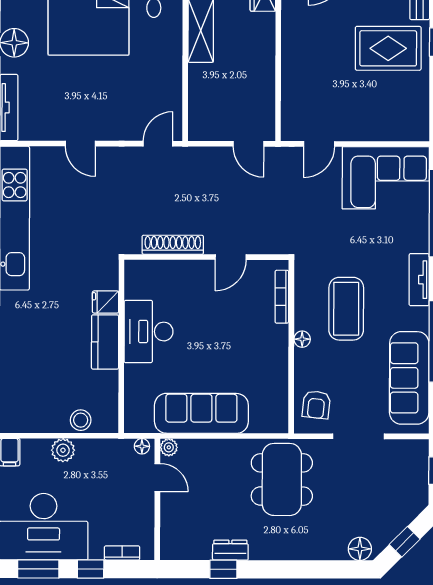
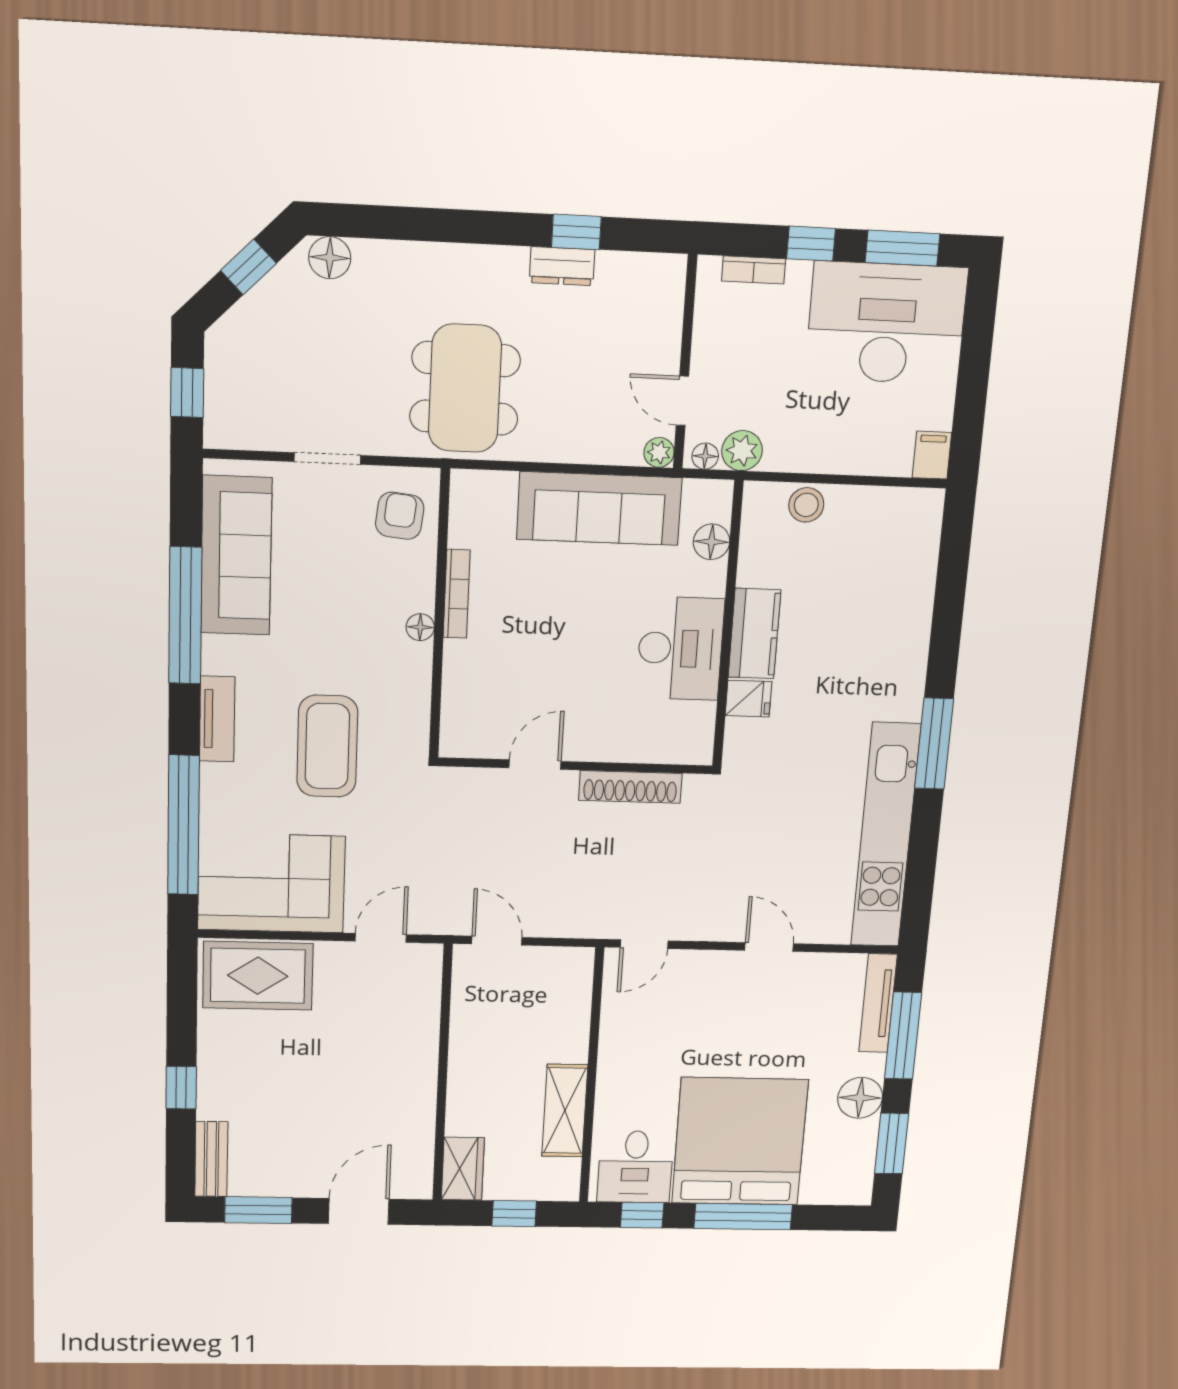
rug: (388, 48) -> (258, 976), moved
bookcase: (282, 297) -> (457, 594), moved
coffee table: (346, 309) -> (327, 746), moved
floor lamp: (135, 396) -> (712, 542), added
doorway: (358, 436) -> (327, 459), width x0.73
plant: (63, 450) -> (742, 451), moved

